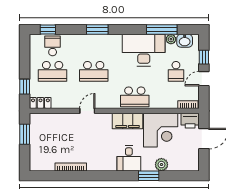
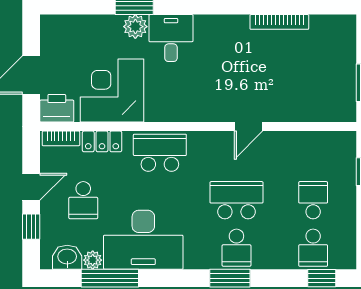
school desk: (94, 46) -> (236, 248), added
school desk: (53, 71) -> (313, 200), width x0.54
school desk: (176, 71) -> (83, 200), turned 180
locker: (40, 103) -> (102, 141), moved
filing cabinet: (128, 121) -> (173, 108), removed
plant: (161, 165) -> (135, 27), moved

